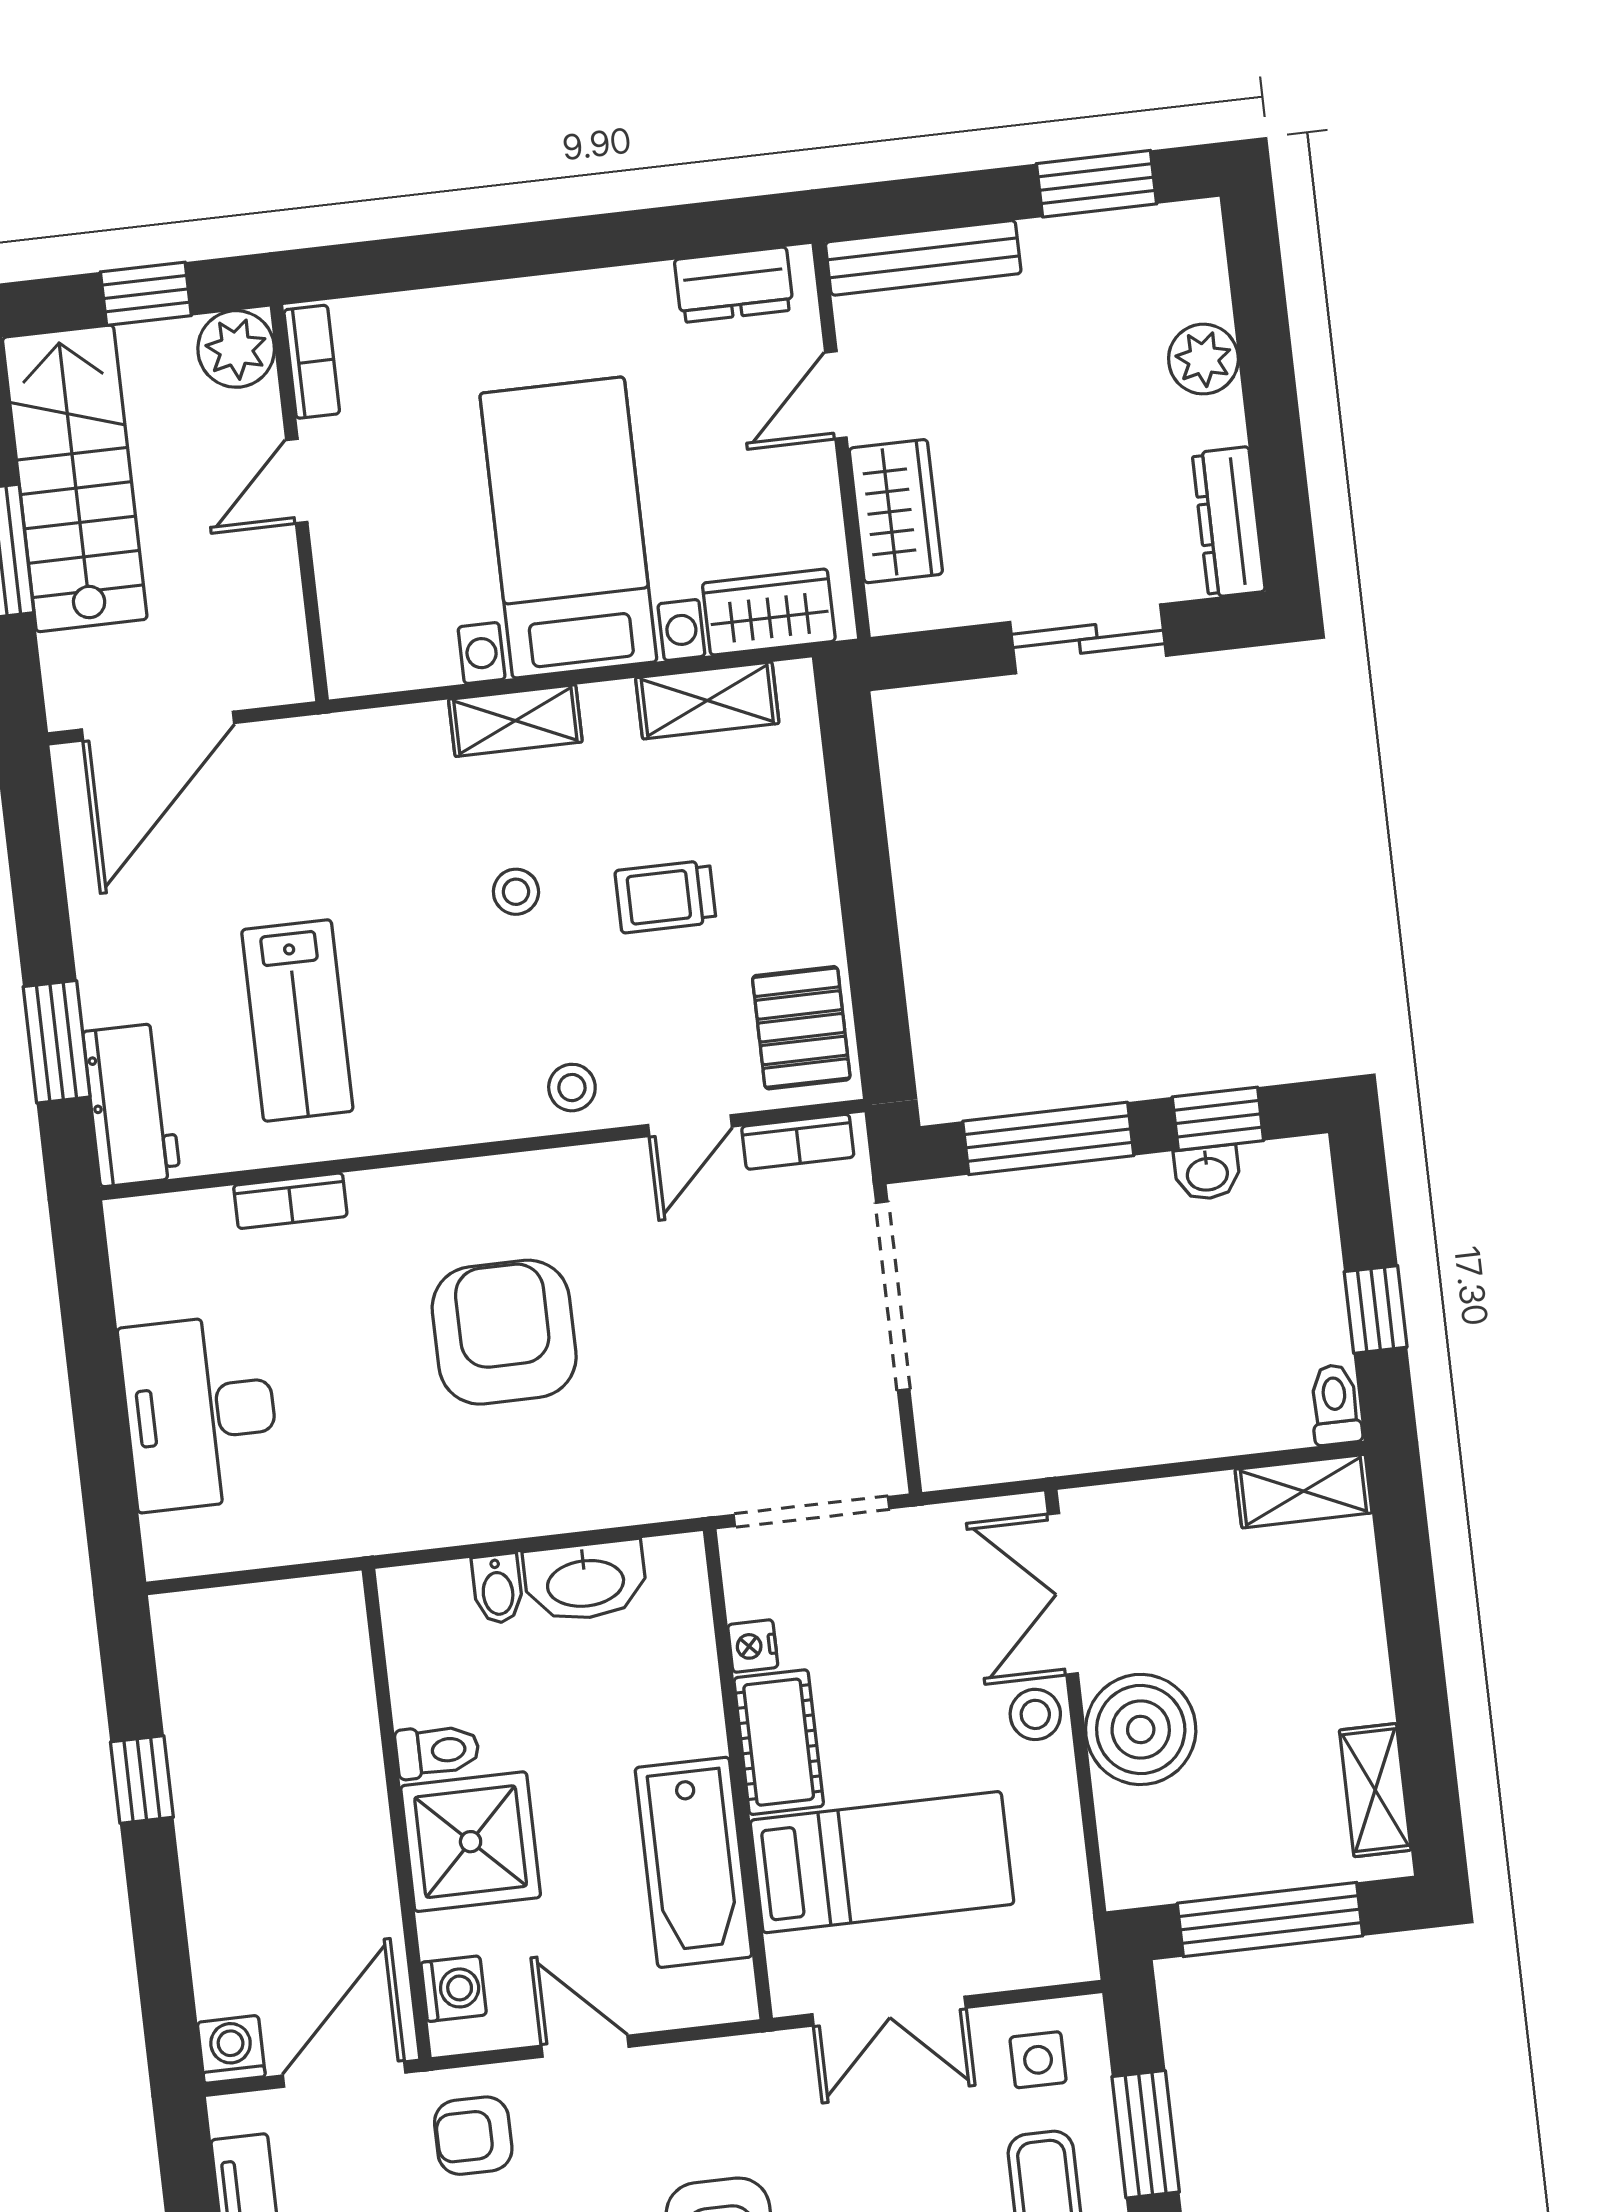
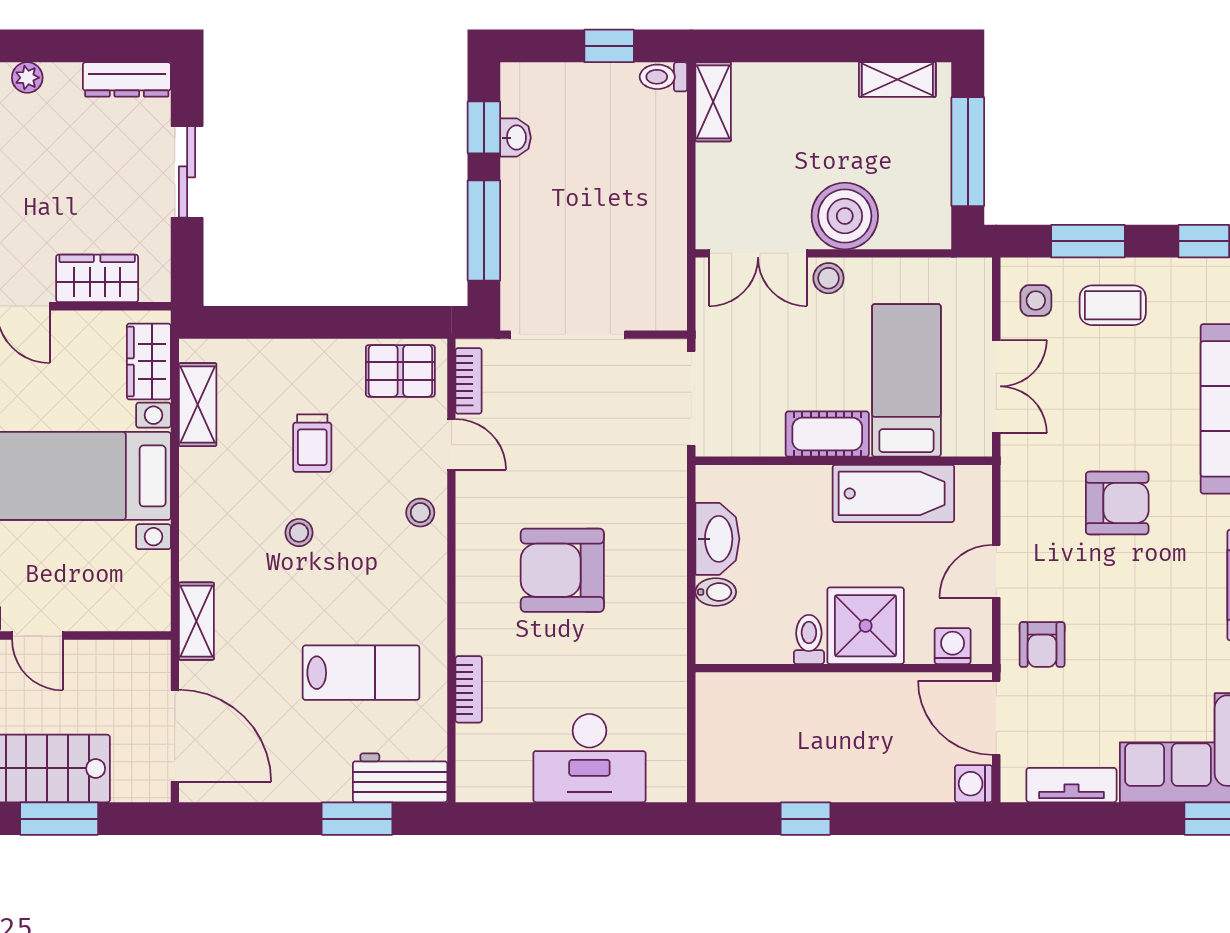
plant: (1203, 359) -> (27, 78), width x0.73, depth x0.73
shelving: (515, 721) -> (196, 621), moved
nightstand: (753, 1646) -> (768, 443), removed

